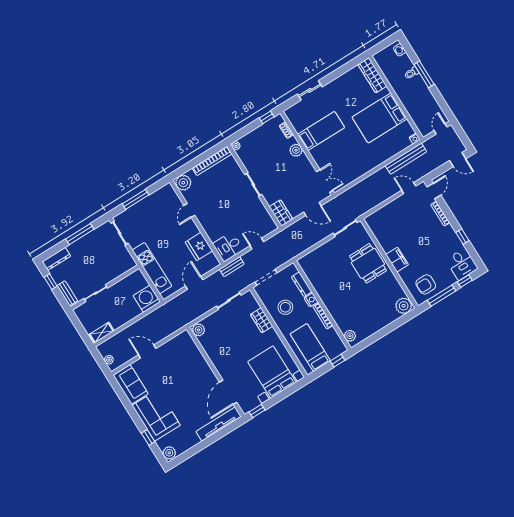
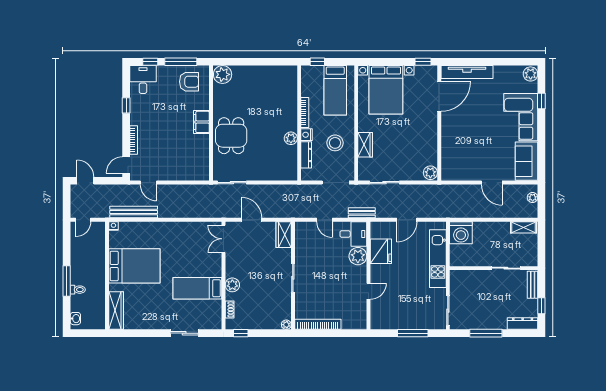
plant: (183, 183) -> (358, 256), moved
plant: (350, 336) -> (291, 138), moved

